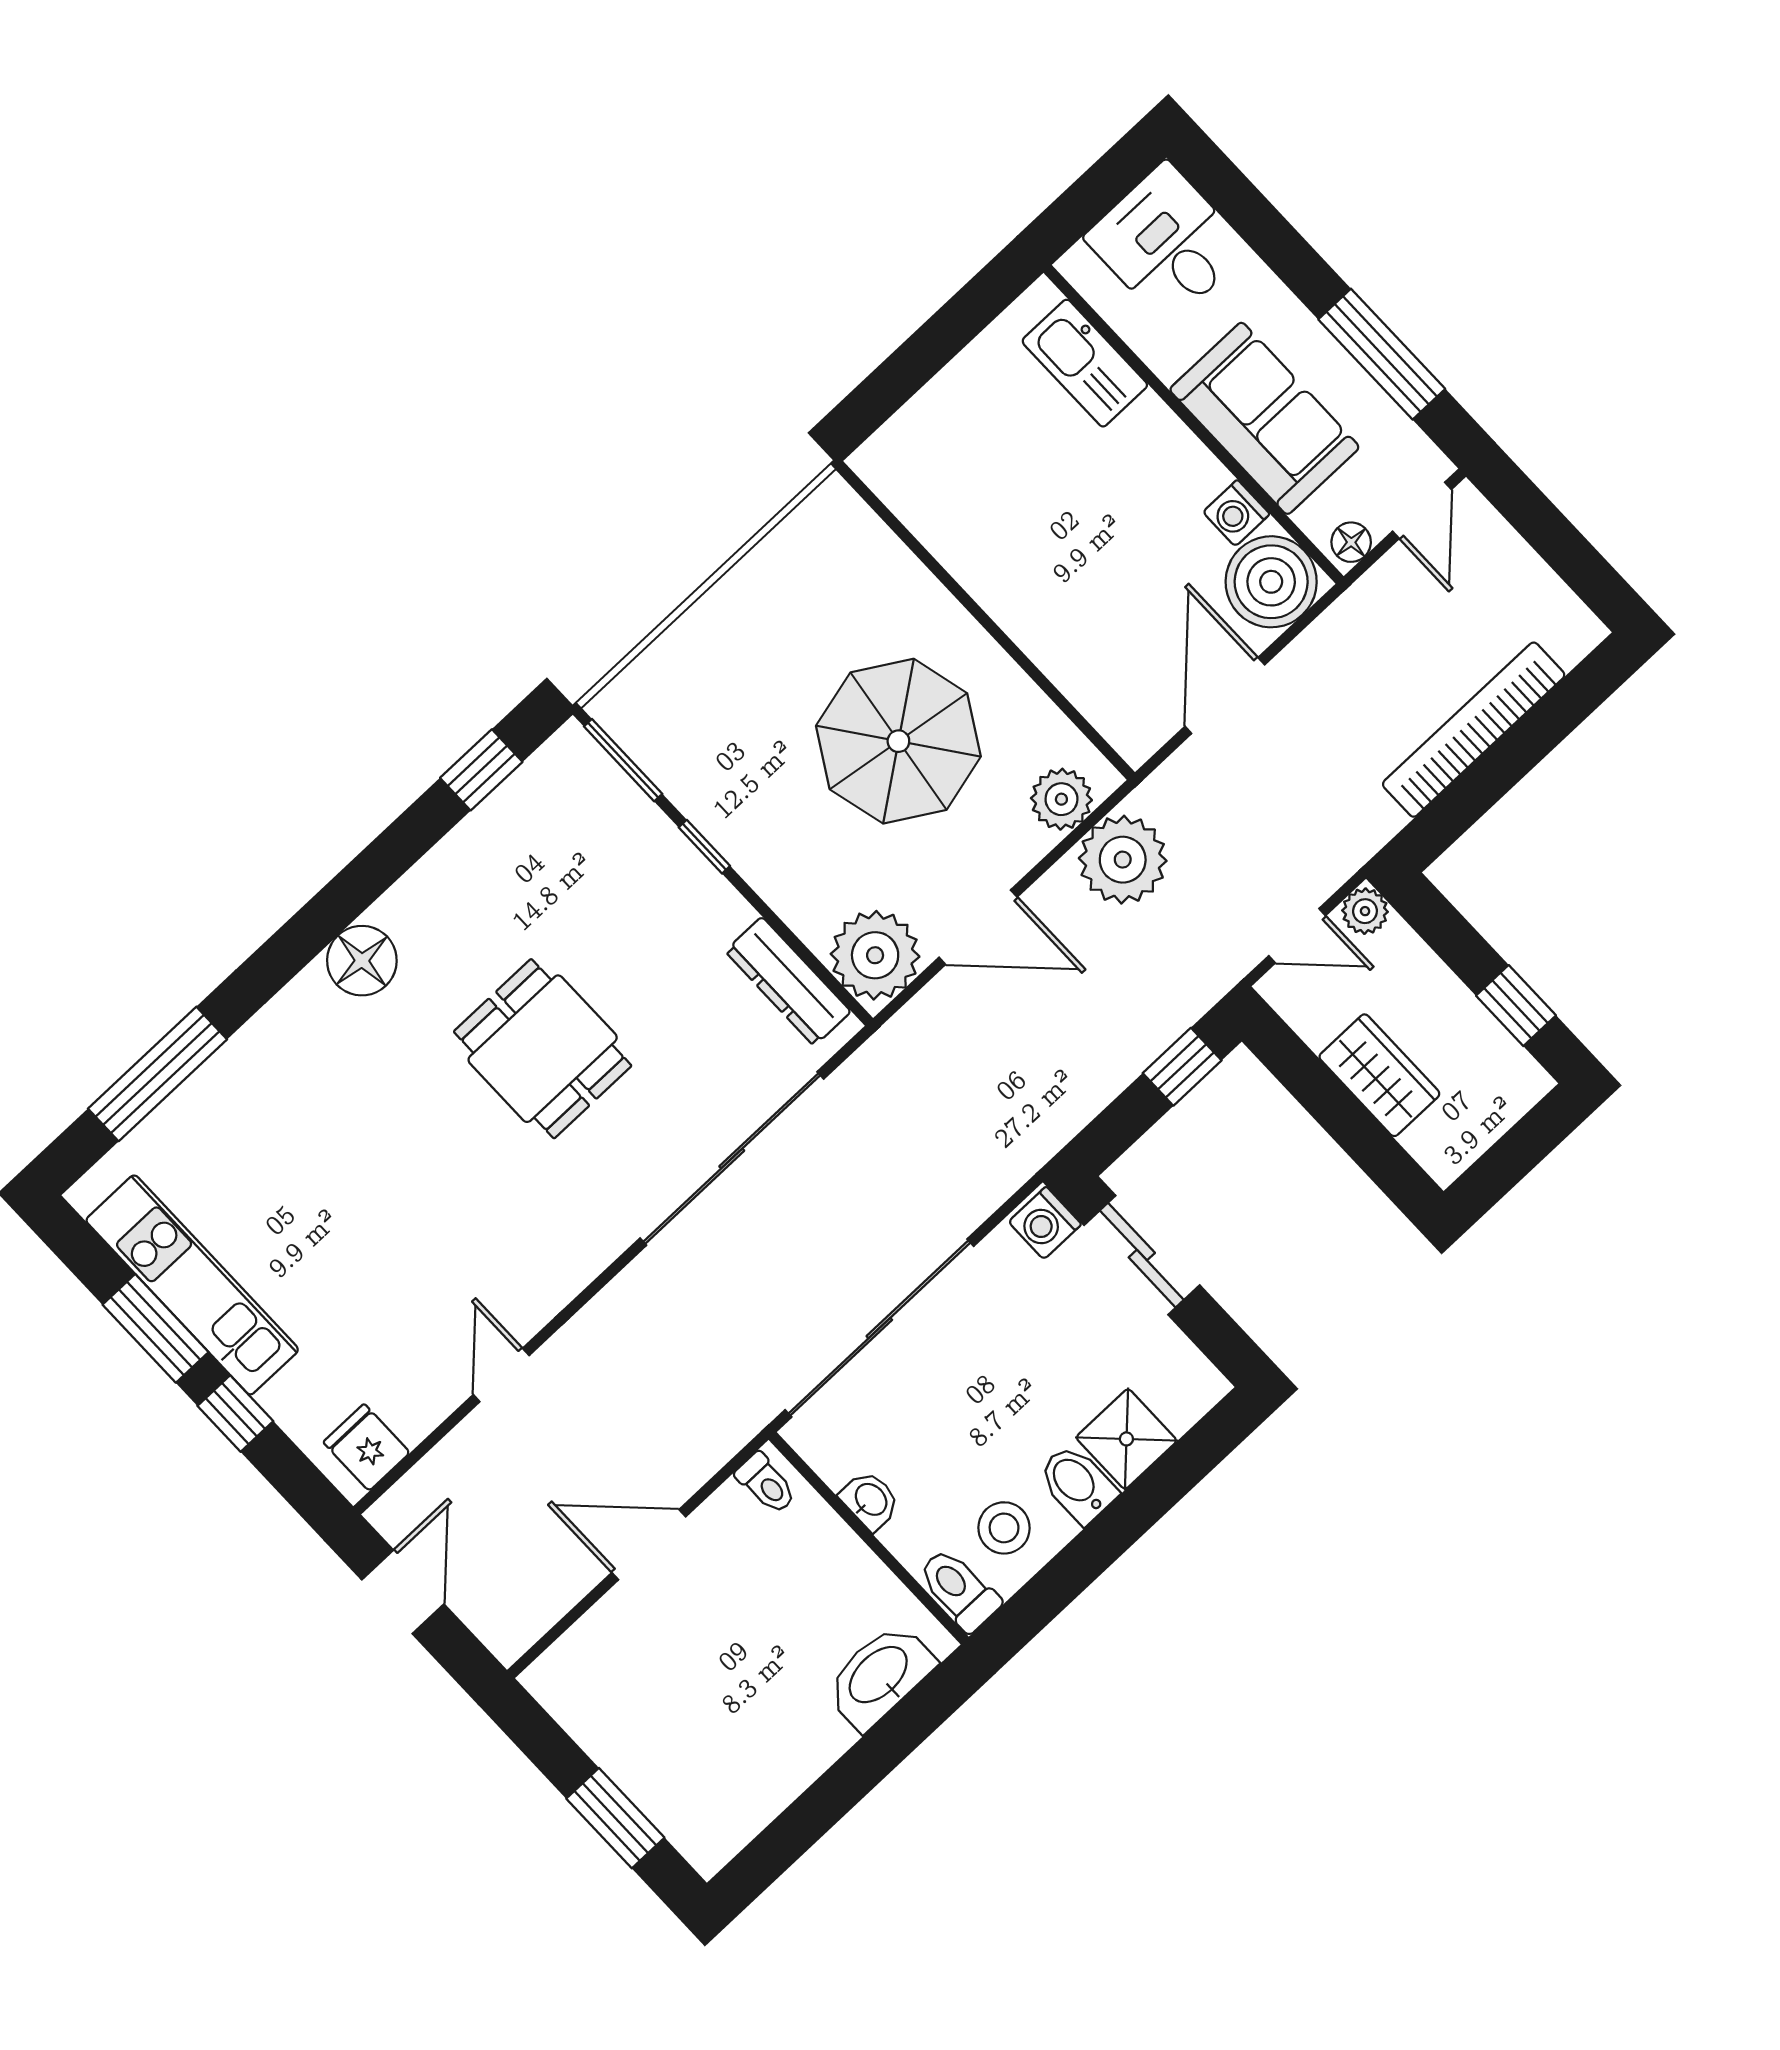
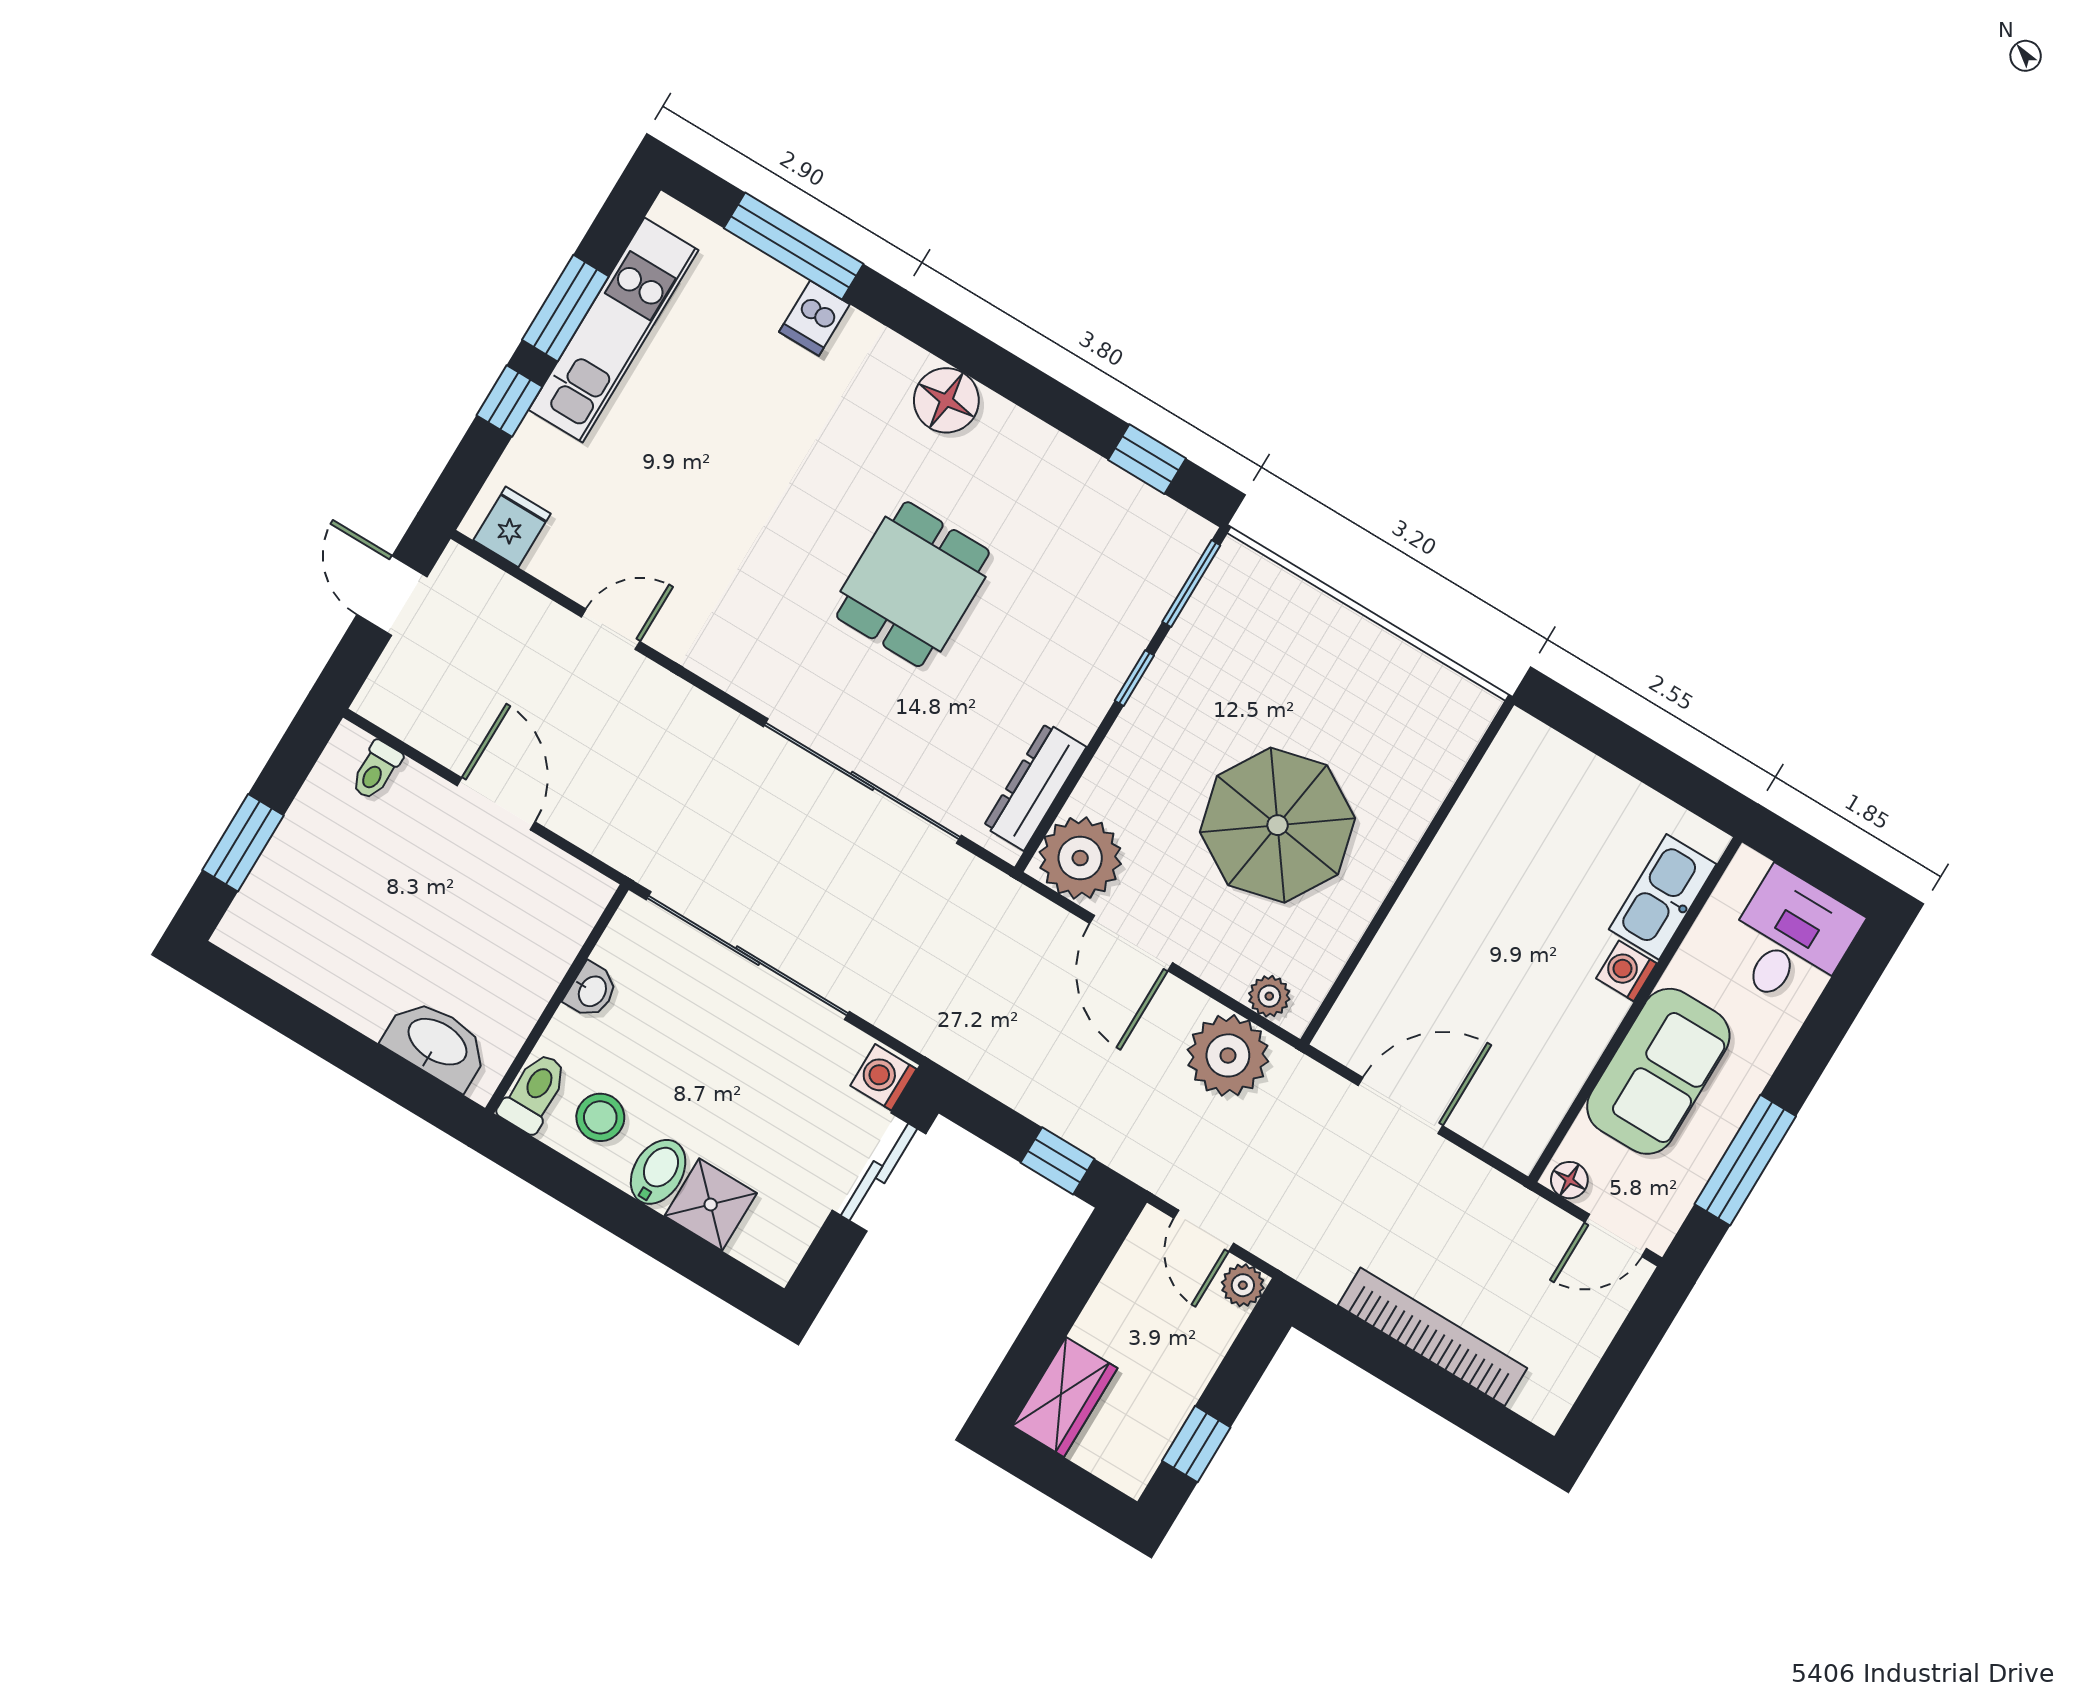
washing machine: (1236, 513) -> (1626, 971), moved
boiler: (1271, 582) -> (1514, 1118), removed
plant: (1061, 799) -> (1269, 996), width x0.73, depth x0.73
dishwasher: (238, 1073) -> (814, 318), added
wardrobe: (1379, 1075) -> (1065, 1397), moved
toilet: (766, 1484) -> (376, 770), moved
door: (403, 1592) -> (392, 596), swing flipped

